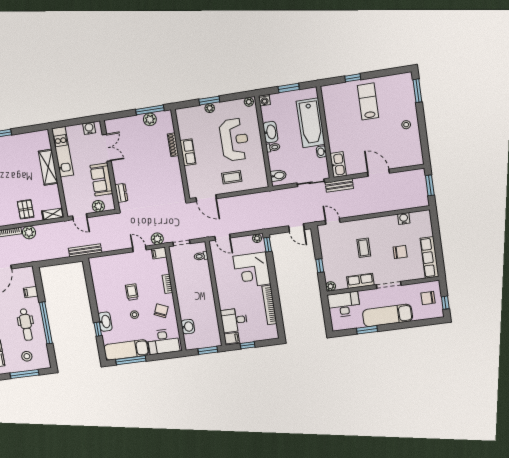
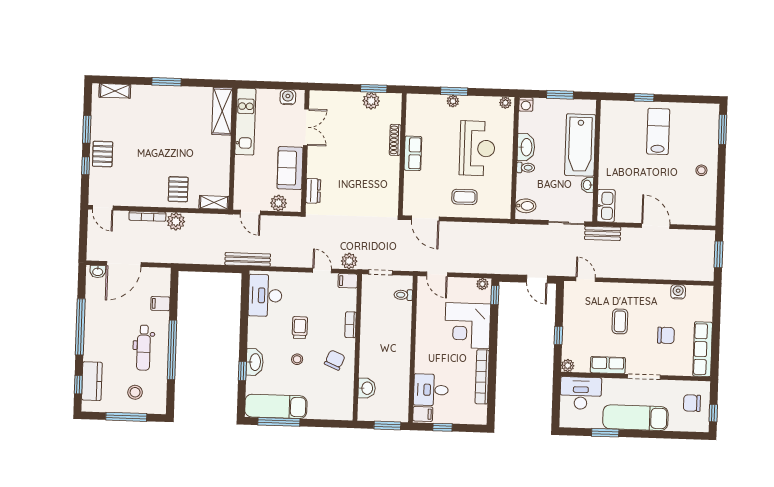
window: (150, 110) -> (374, 89), width x0.69
shelving: (48, 167) -> (222, 111), moved
desk: (163, 342) -> (265, 295), moved, turned 90

